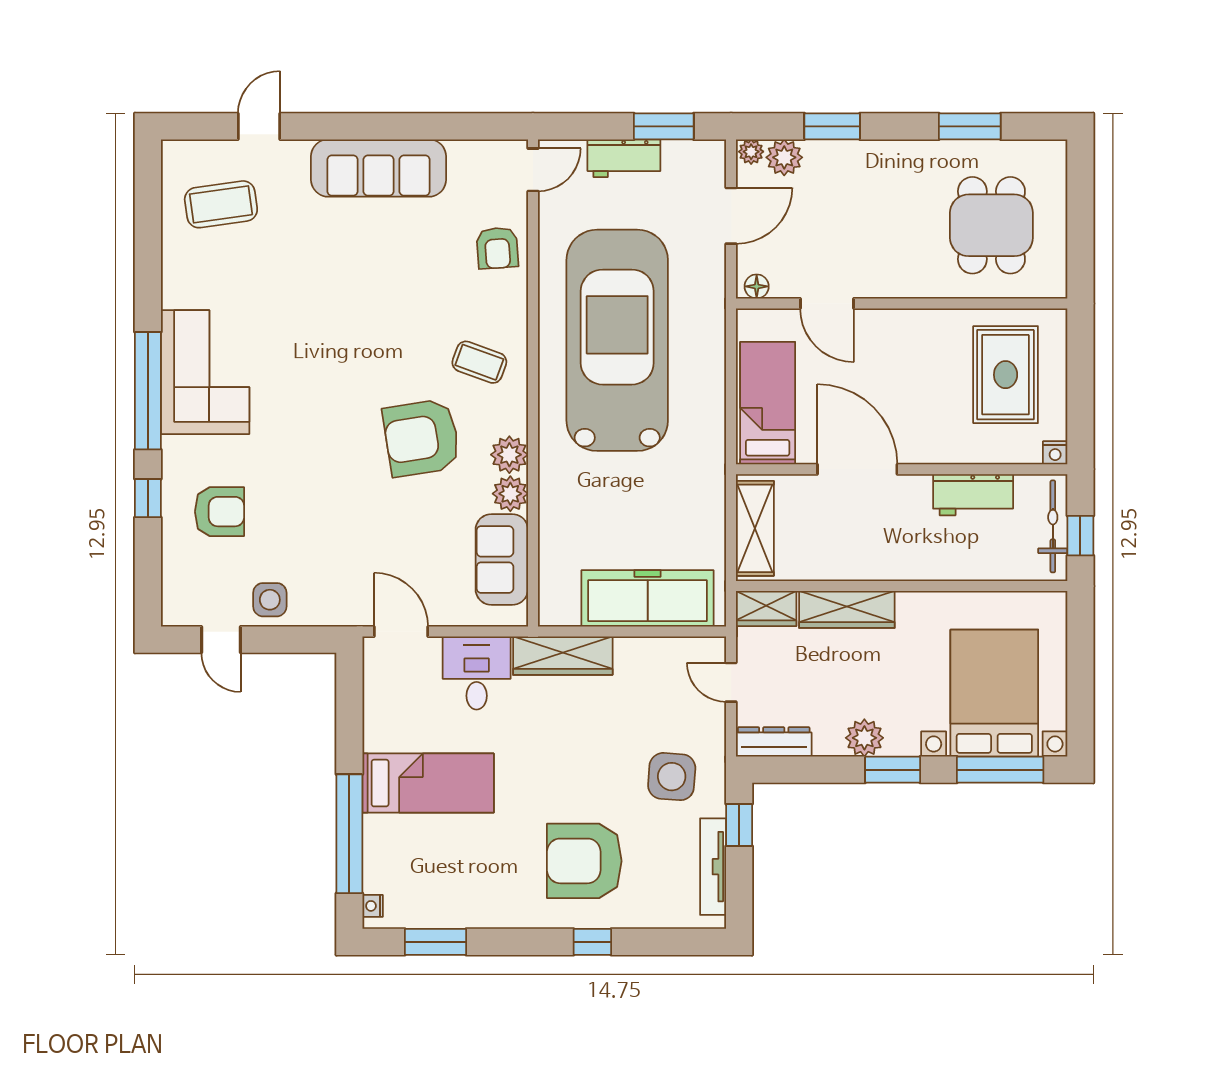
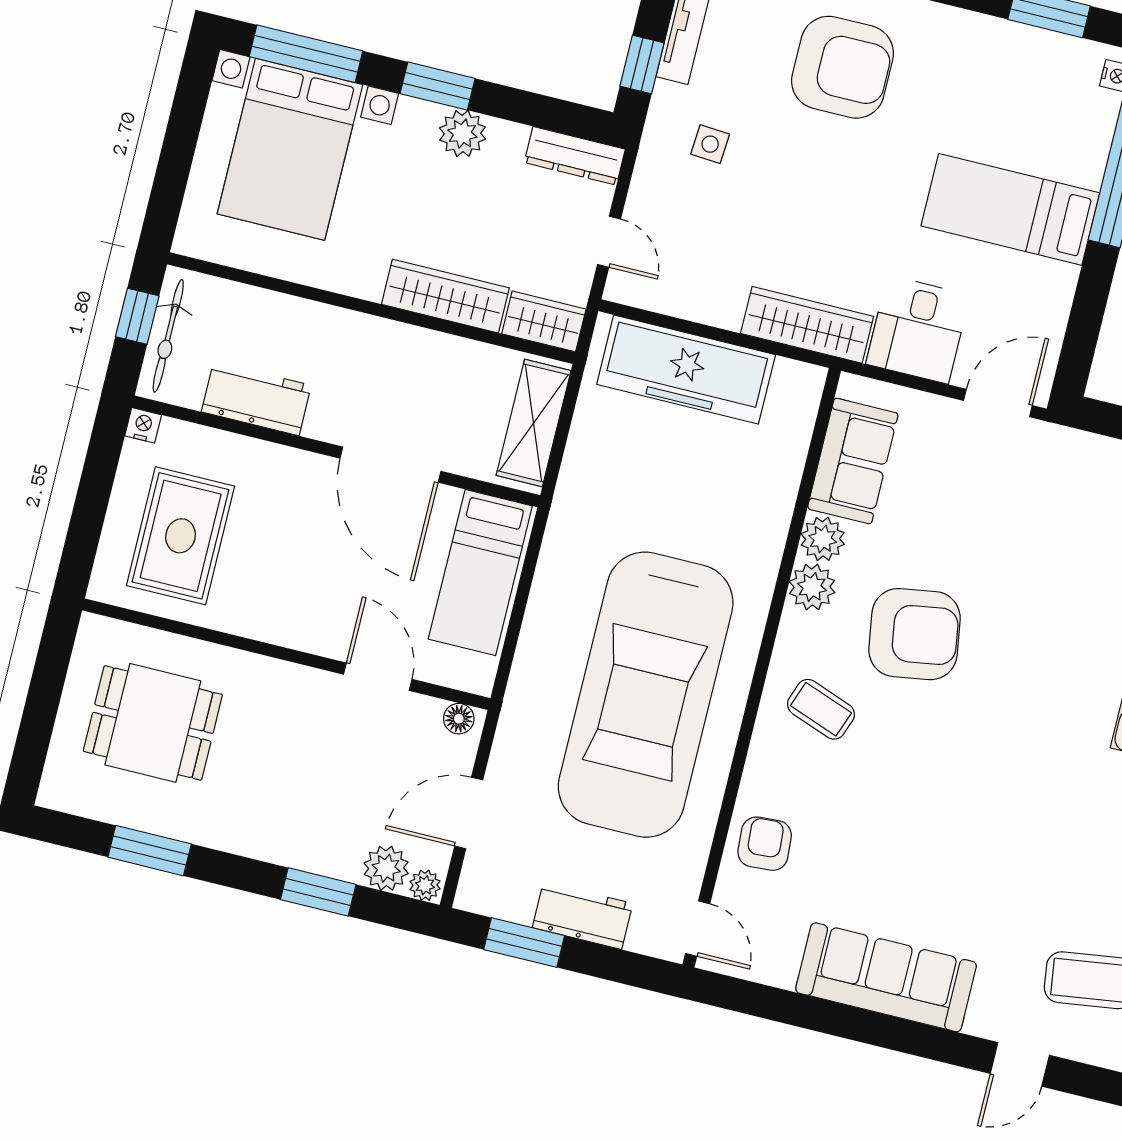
door: (533, 170) -> (698, 929), swing flipped
dining table: (991, 225) -> (153, 723), turned 90
door: (401, 632) -> (998, 403), swing flipped
side table: (672, 777) -> (710, 144), width x0.54, depth x0.54

